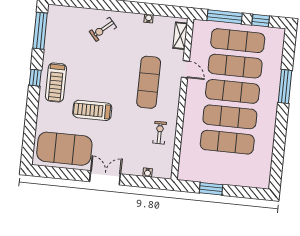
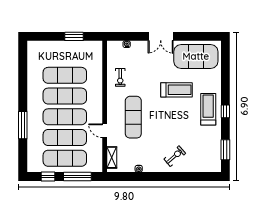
window: (40, 31) -> (225, 150), width x0.69

